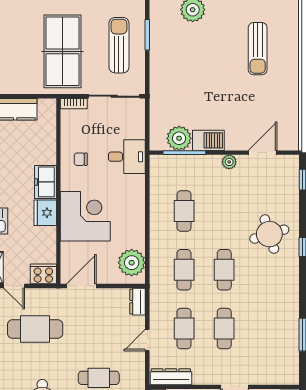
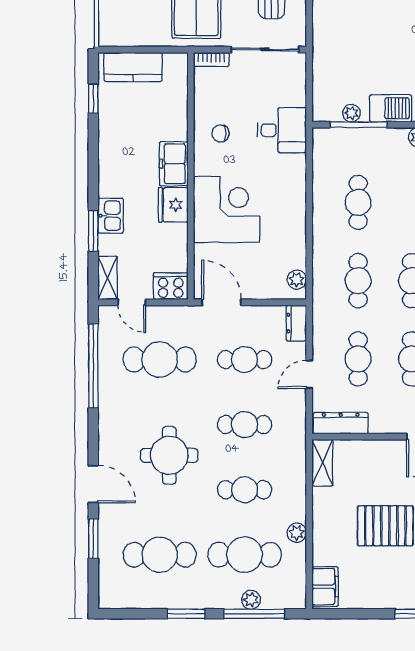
plant: (179, 138) -> (351, 113), width x0.53, depth x0.53
plant: (132, 263) -> (297, 280), width x0.53, depth x0.53
door: (81, 286) -> (221, 302), hinge flipped
cafe table: (99, 329) -> (245, 360), added

